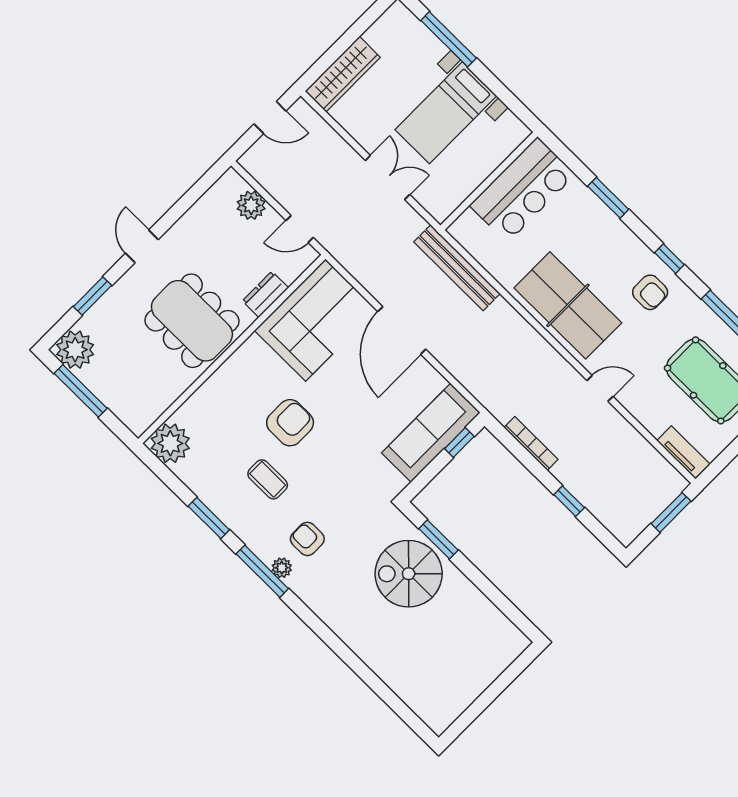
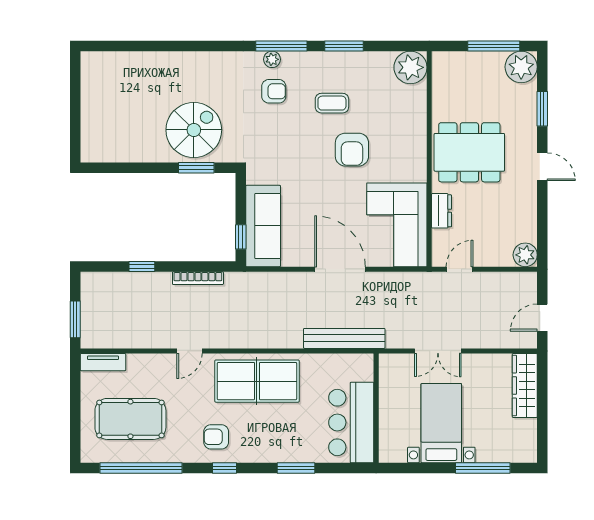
plant: (251, 205) -> (525, 255), moved

